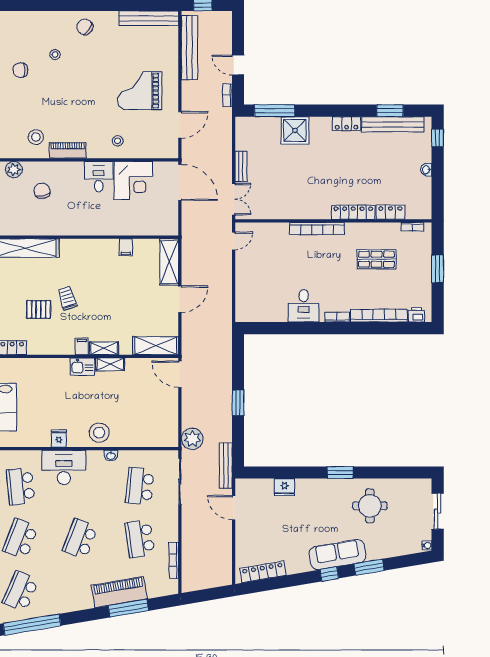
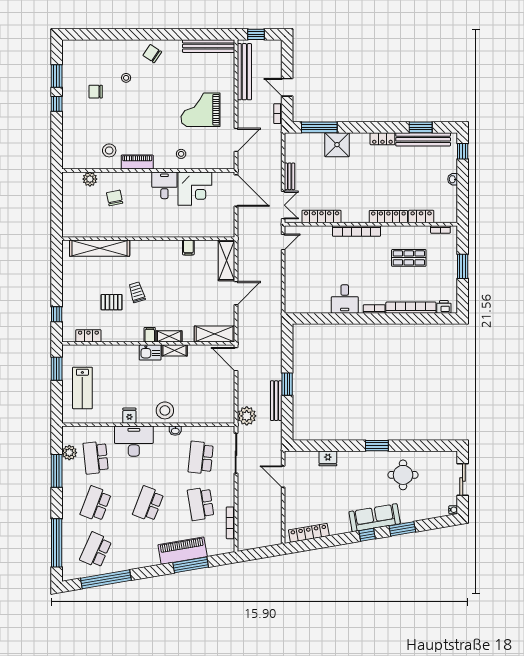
locker: (277, 212) -> (321, 216), added
bench: (226, 466) -> (276, 401), moved

